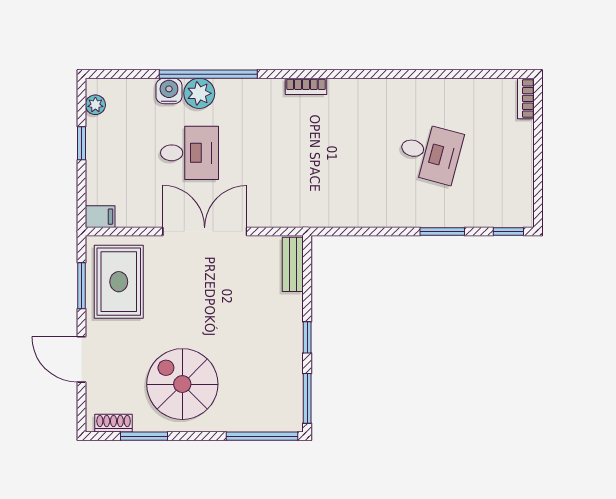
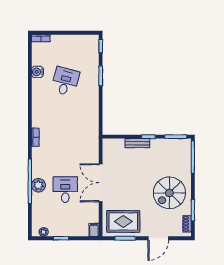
water cooler: (169, 91) -> (37, 72), moved
bench: (293, 264) -> (137, 143), moved

